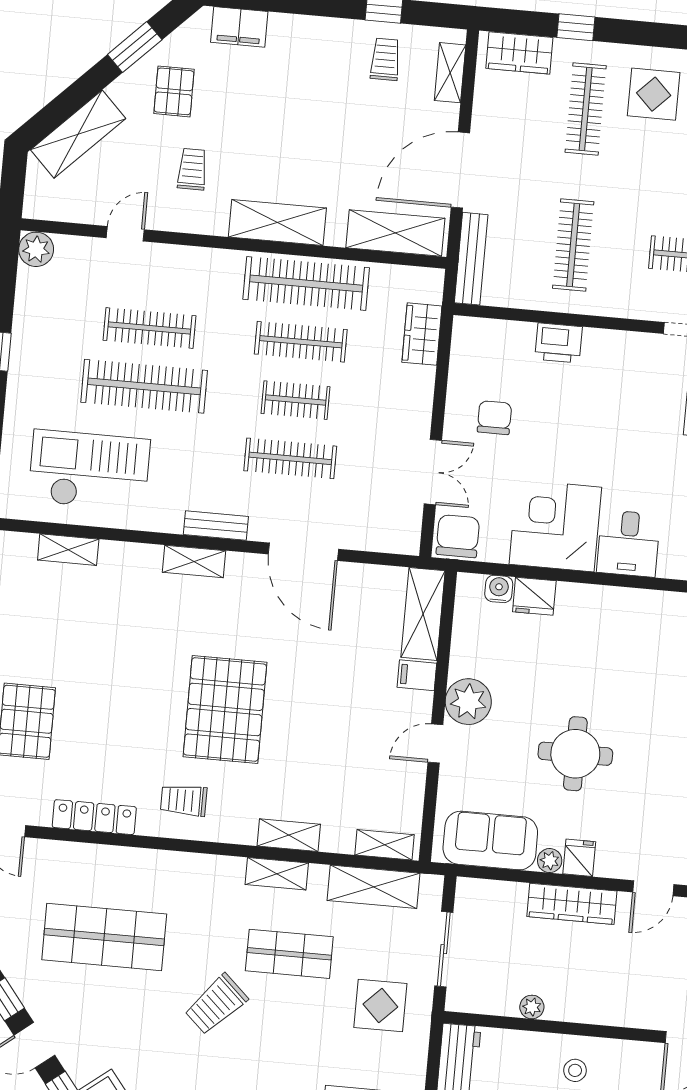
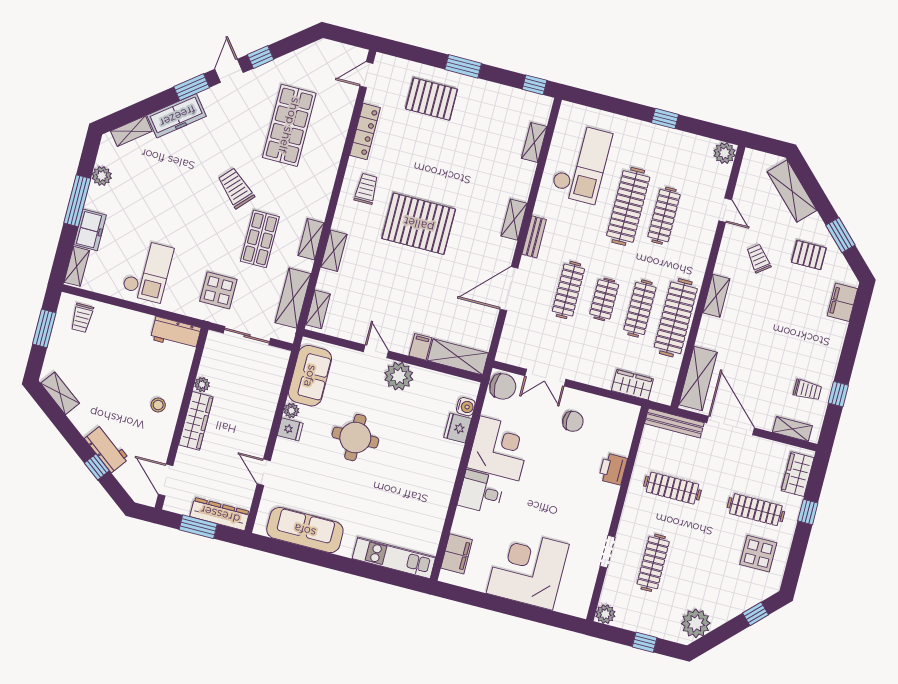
trolley: (192, 169) -> (759, 259), turned -128
shelving: (277, 222) -> (716, 296), width x0.67, depth x0.75
wardrobe: (572, 904) -> (196, 421), moved, turned 180

